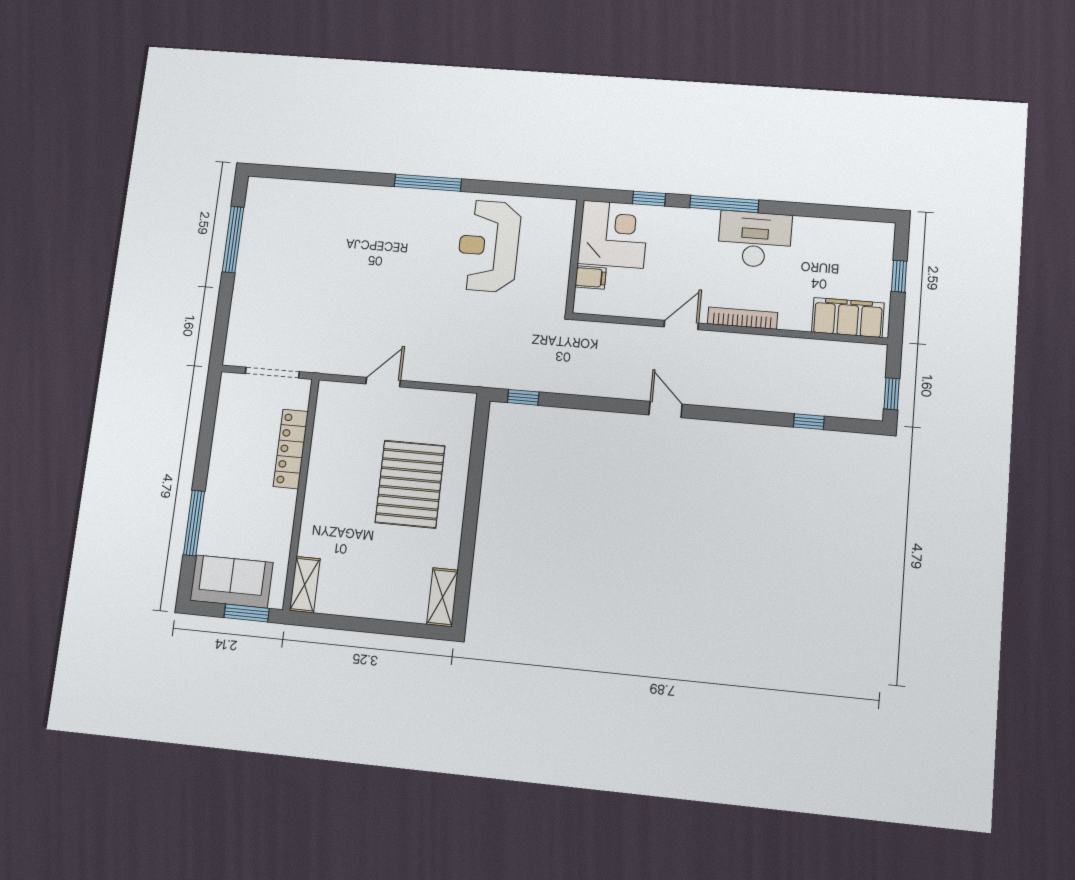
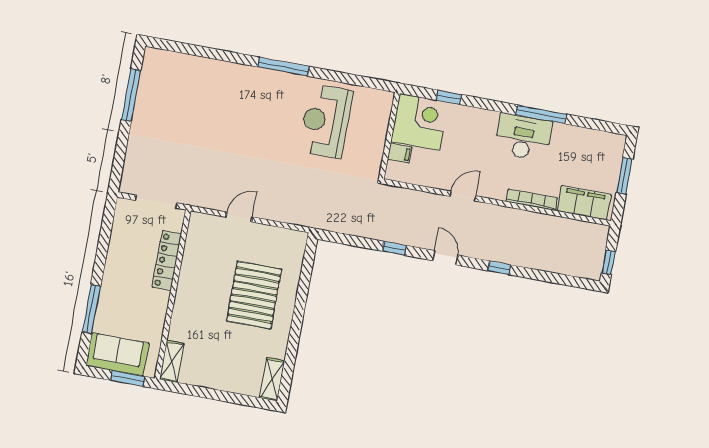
window: (724, 204) -> (541, 114), moved
window: (899, 276) -> (624, 176), width x1.50
bookcase: (742, 318) -> (532, 200), moved
window: (523, 397) -> (394, 248), moved
window: (809, 422) -> (499, 268), moved

